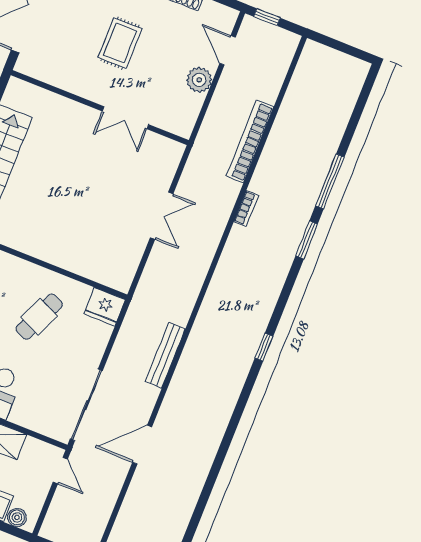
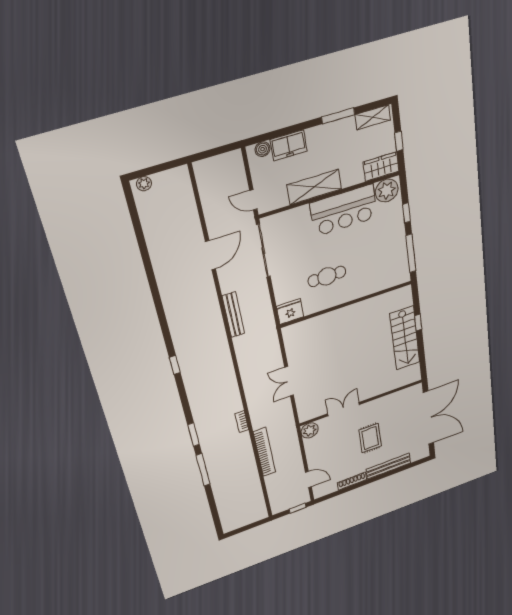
plant: (199, 80) -> (310, 430), moved
cafe table: (39, 317) -> (327, 276), turned 66

